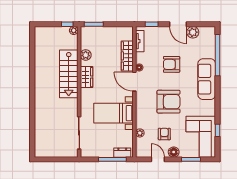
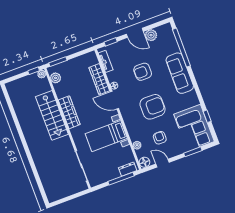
plant: (86, 55) -> (56, 78), moved
wardrobe: (86, 77) -> (69, 112), width x1.50
floor lamp: (174, 152) -> (144, 162), moved

